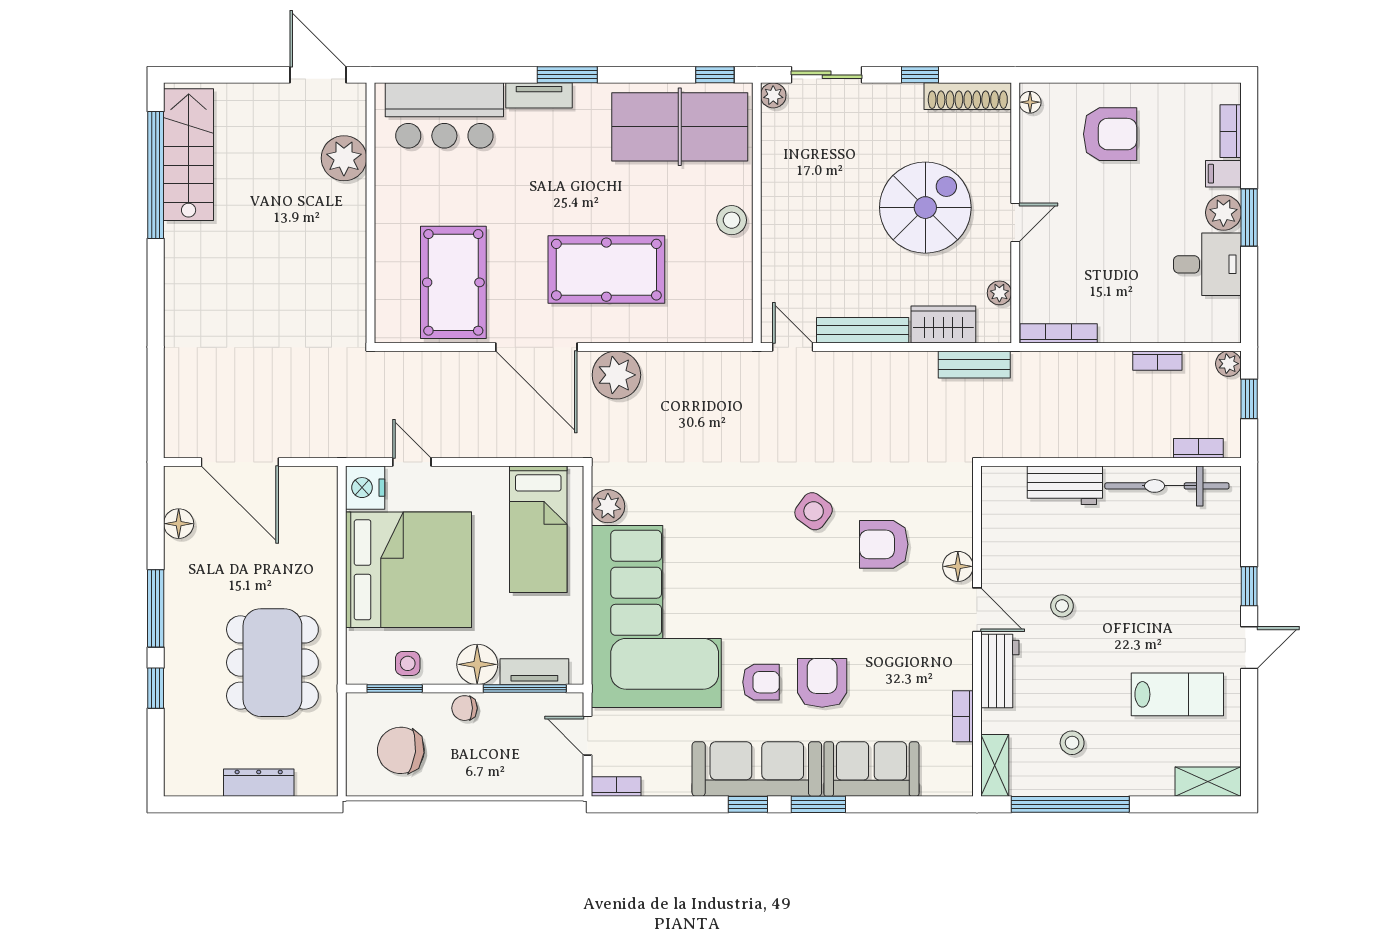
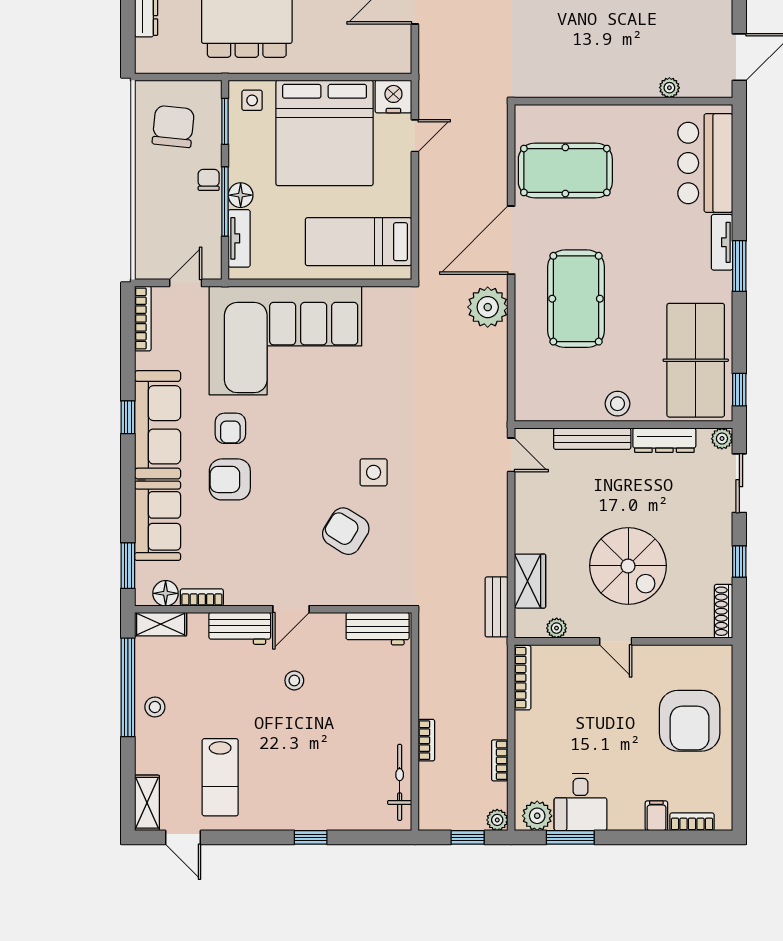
shoe rack: (968, 96) -> (723, 611), width x0.74, depth x0.81
floor lamp: (1030, 102) -> (716, 654), removed
armchair: (1110, 134) -> (690, 721), width x1.36, depth x1.36
plant: (344, 158) -> (669, 88), width x0.53, depth x0.53
dresser: (775, 164) -> (664, 440), added
plant: (1223, 213) -> (537, 816), moved
window: (1249, 218) -> (570, 837), moved
bench: (863, 330) -> (592, 439), moved, turned 90
door: (793, 347) -> (511, 455), hinge flipped
bookcase: (1198, 448) -> (426, 740), moved
workbench: (1065, 485) -> (378, 629), moved, turned -90
bicycle: (1167, 486) -> (400, 782), width x0.73, depth x0.71
plant: (608, 506) -> (378, 300), removed
side table: (814, 511) -> (374, 472), turned -36
armchair: (884, 544) -> (346, 531), turned -58
floor lamp: (958, 566) -> (166, 593), moved
door: (1249, 648) -> (183, 837), moved
side table: (408, 663) -> (252, 100), moved
floor lamp: (477, 664) -> (241, 195), width x0.73, depth x0.73
armchair: (822, 683) -> (230, 479), turned 180
window: (525, 689) -> (225, 202), moved
stool: (1072, 743) -> (155, 707), moved
bookcase: (616, 787) -> (143, 319), width x1.56
window: (818, 804) -> (128, 566), moved

